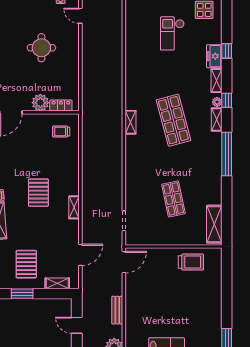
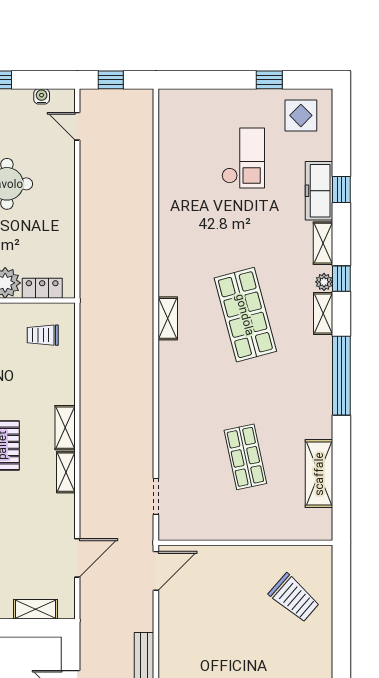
checkout: (172, 33) -> (243, 158), turned 180
freezer: (214, 56) -> (319, 191), width x1.40
shelving: (74, 183) -> (65, 428), added
shelving: (214, 224) -> (319, 474), moved
trolley: (191, 262) -> (294, 598), moved, turned 41

